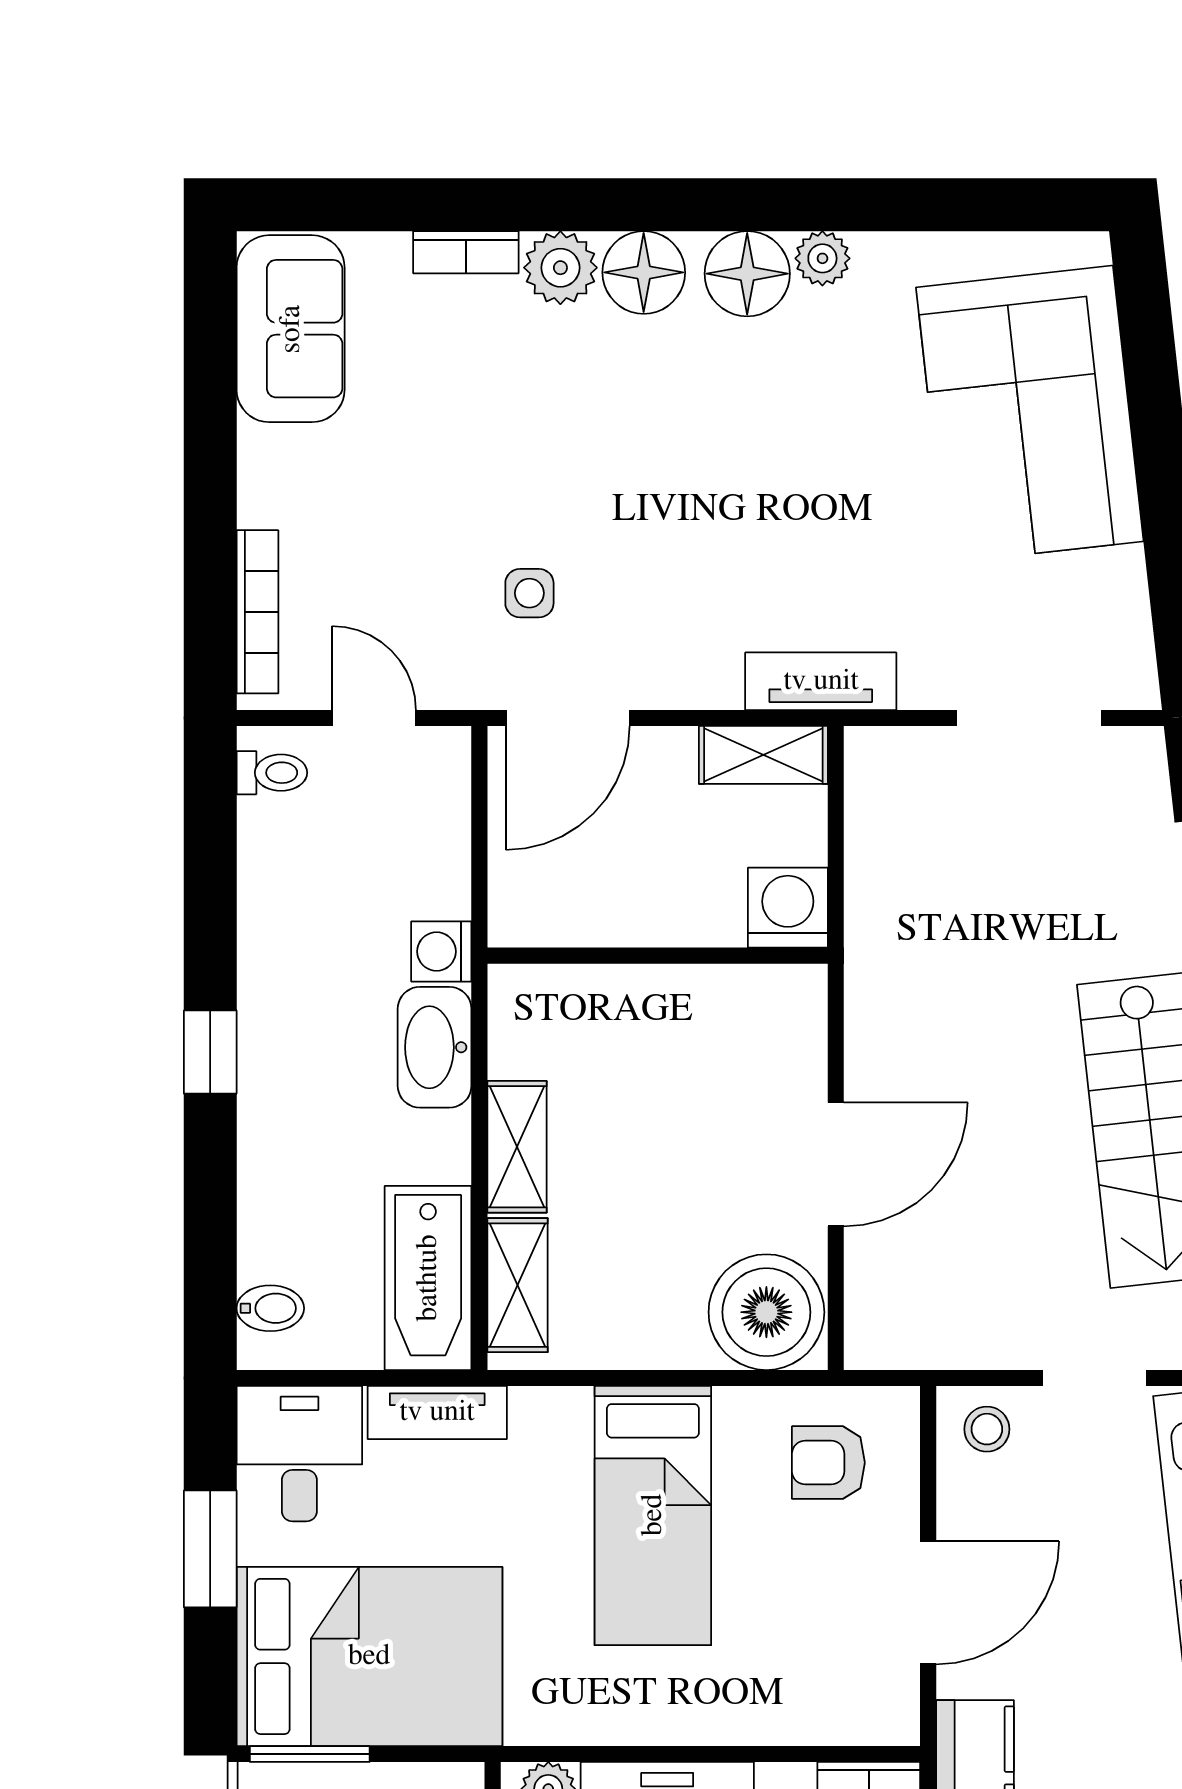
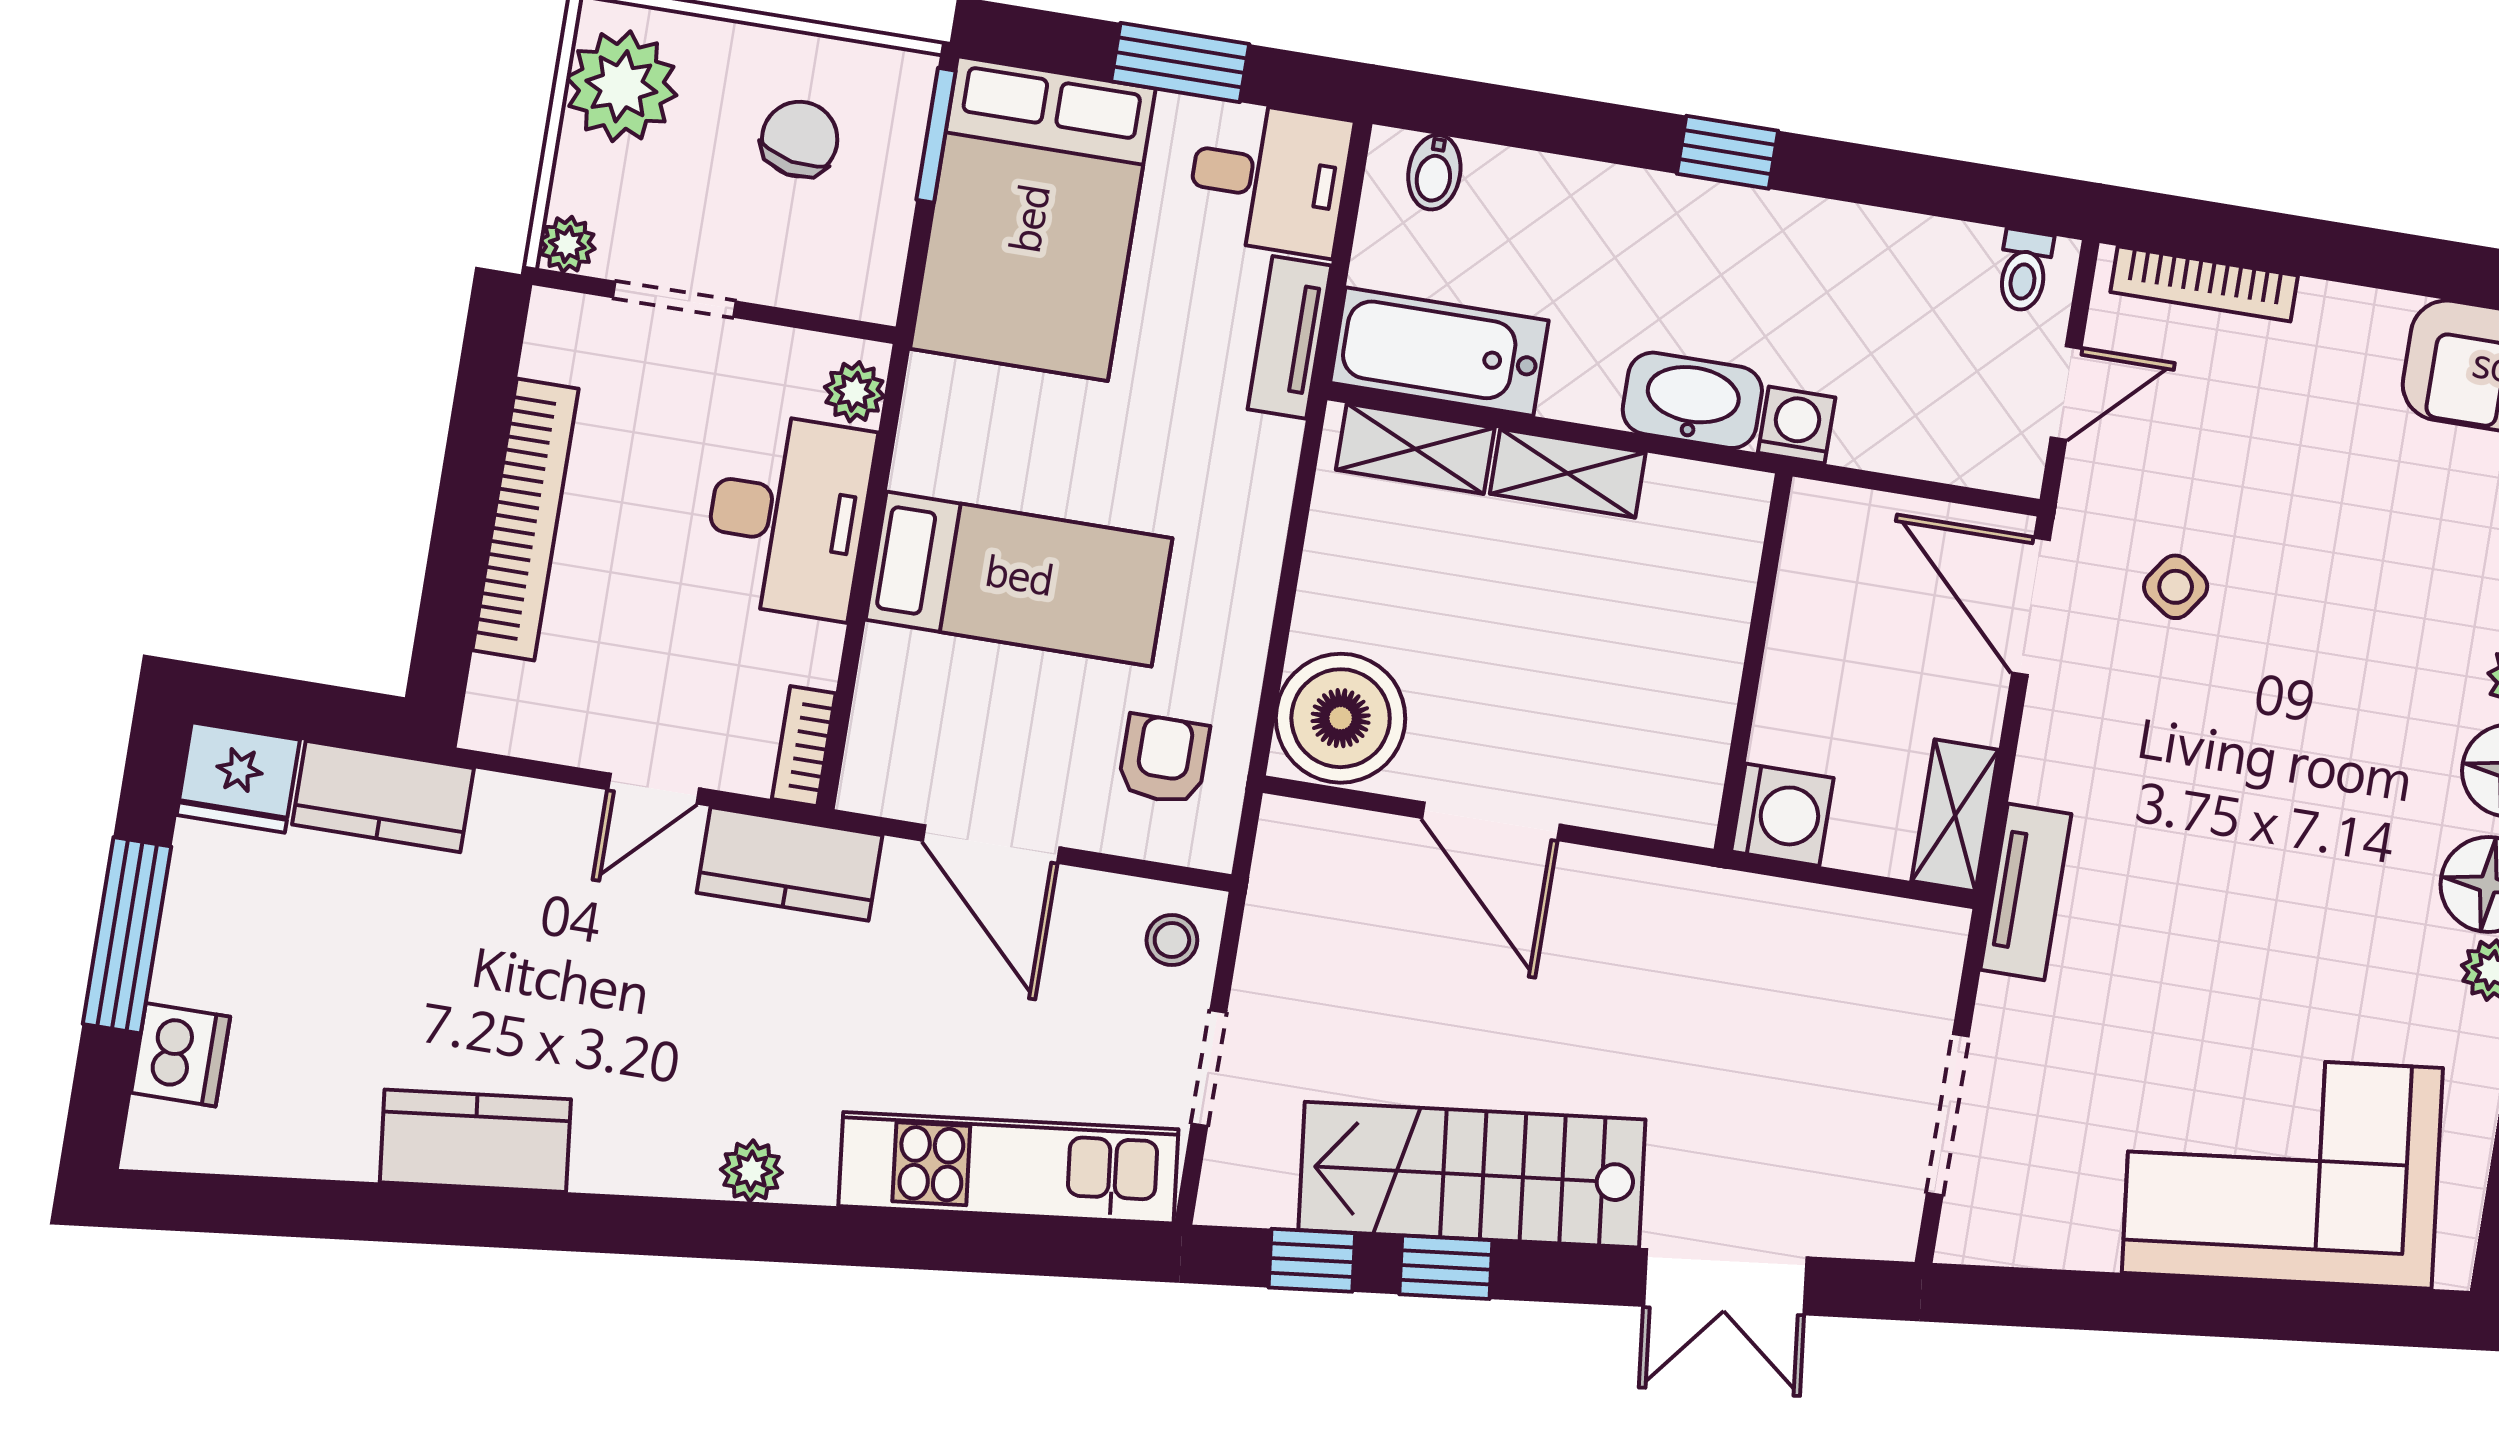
side table: (529, 593) -> (2176, 587), turned 35
bed: (653, 1515) -> (1019, 579), moved, turned 180

